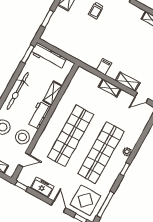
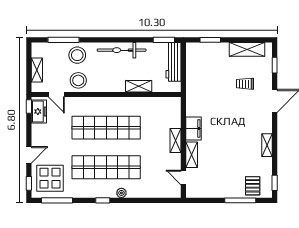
filing cabinet: (104, 67) -> (194, 129), width x2.00
workbench: (39, 115) -> (109, 85), removed
freezer: (42, 187) -> (39, 111), moved

